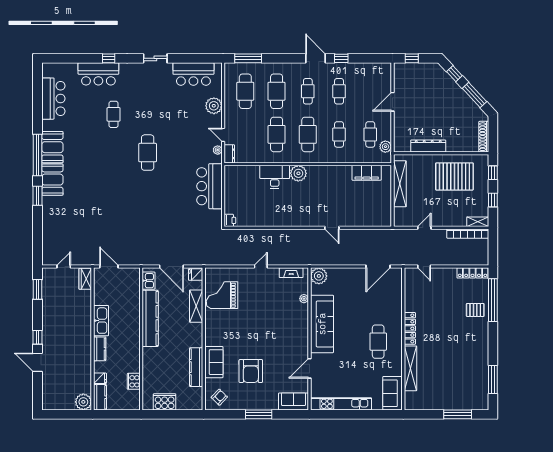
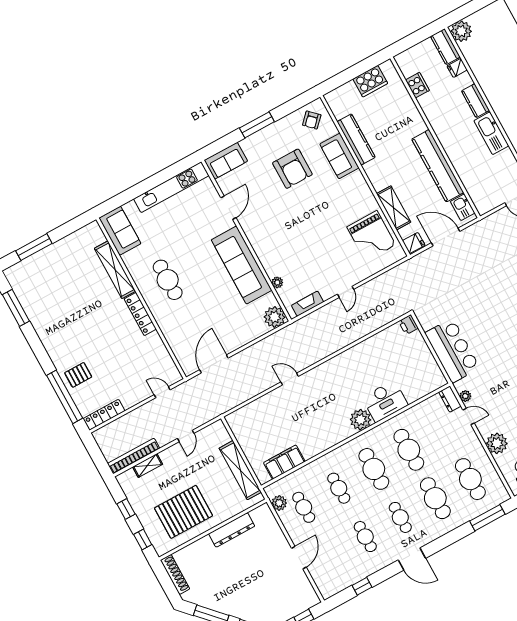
window: (341, 58) -> (362, 586), moved
shelving: (478, 222) -> (148, 466), moved
grand piano: (222, 295) -> (371, 236), turned 90
armchair: (251, 371) -> (292, 169), turned 180

